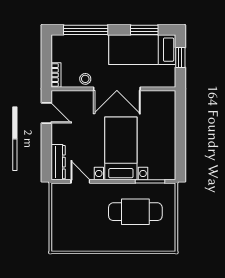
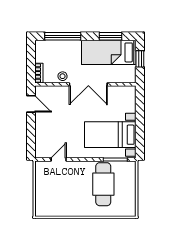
bed with nightstands: (121, 148) -> (110, 135), moved, turned -90
dresser: (58, 162) -> (40, 144), removed
door: (80, 181) -> (59, 160), hinge flipped
cafe table: (135, 212) -> (103, 184), turned 90

